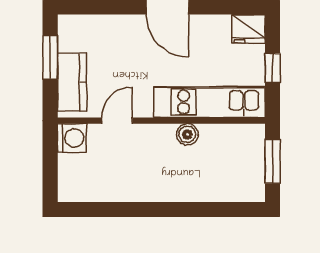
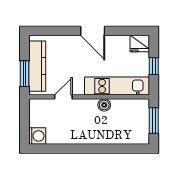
window: (50, 57) -> (24, 74), moved
kitchen counter: (72, 82) -> (37, 66), width x1.50
washing machine: (72, 138) -> (37, 136), moved

